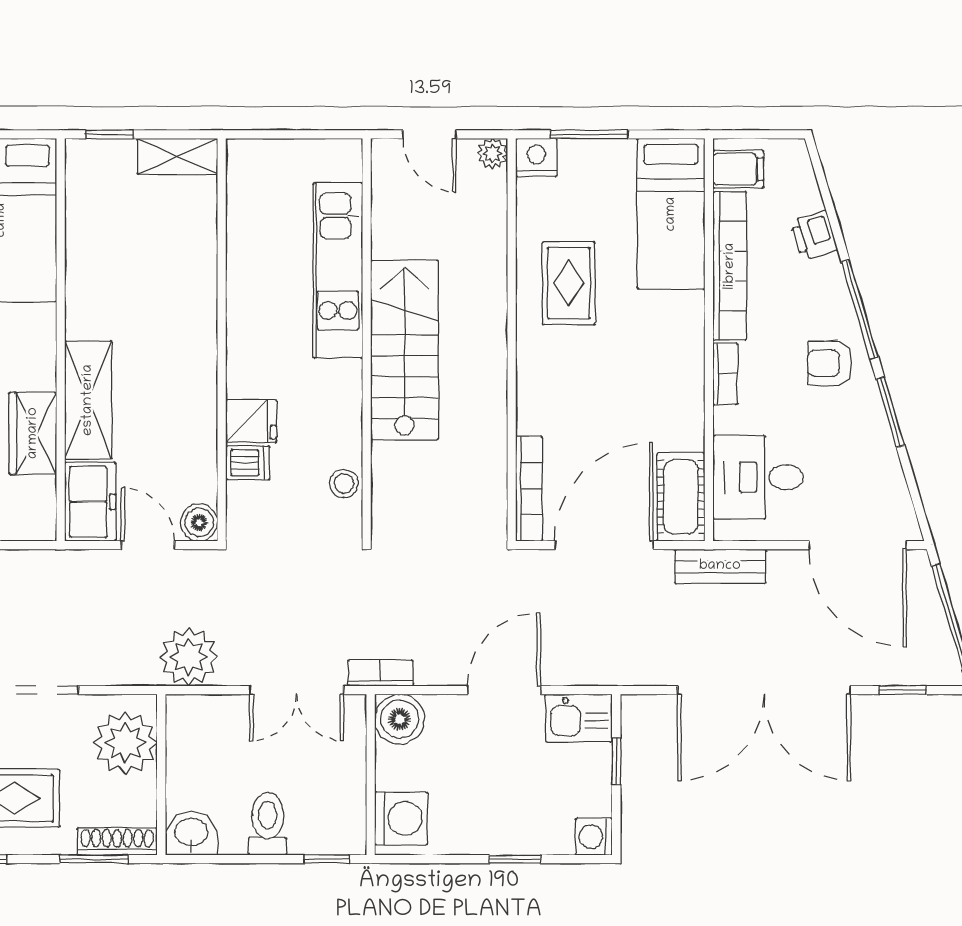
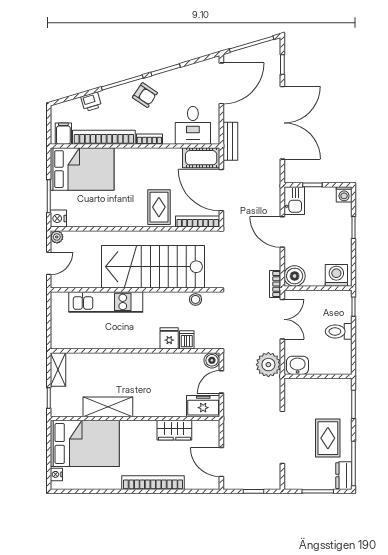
bed: (671, 214) -> (82, 169), width x1.50
rug: (569, 283) -> (159, 207), moved, turned 90
stairs: (404, 350) -> (153, 267), width x1.36, depth x1.51
armchair: (830, 363) -> (145, 95), turned -56
shelving: (88, 400) -> (108, 407), moved
plant: (125, 743) -> (305, 391), removed
washbasin: (191, 833) -> (298, 365), moved, turned 90
shoe rack: (117, 841) -> (346, 395), removed

